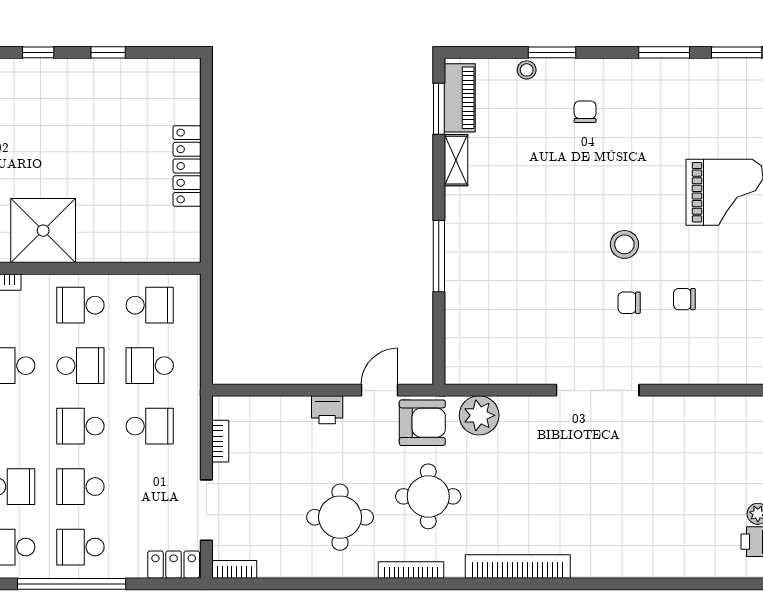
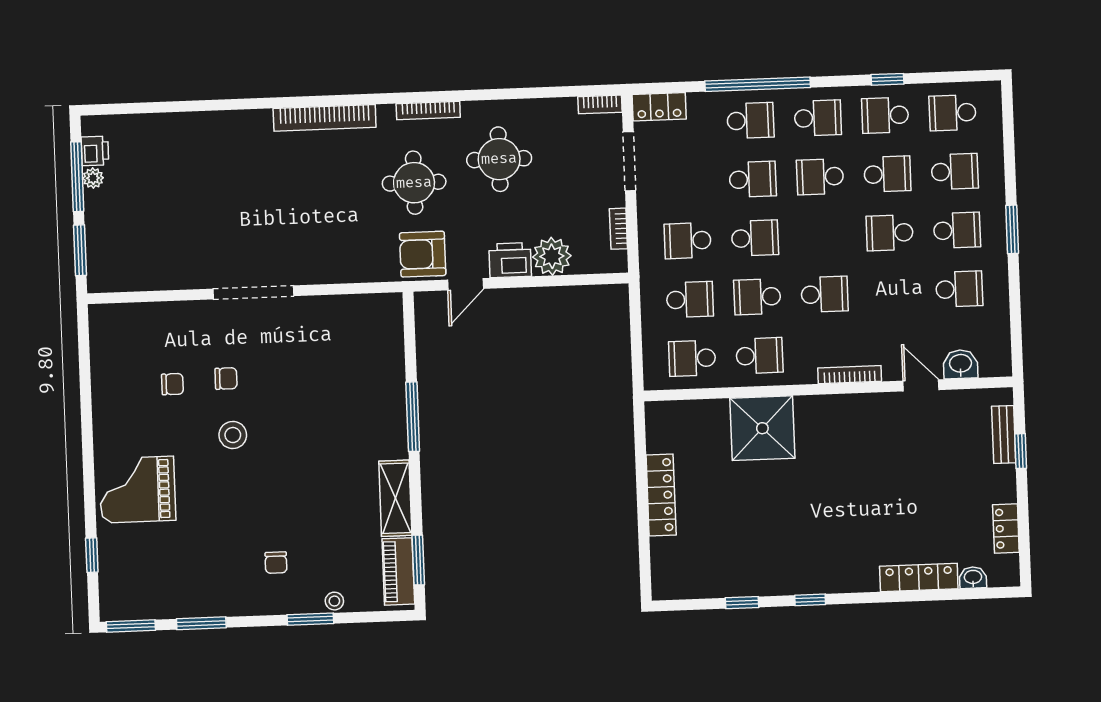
shelving: (456, 160) -> (395, 498), width x1.50, depth x1.33
shower: (43, 231) -> (762, 428), moved
printer: (327, 410) -> (510, 260), width x1.36, depth x1.24
plant: (479, 415) -> (552, 256), moved

